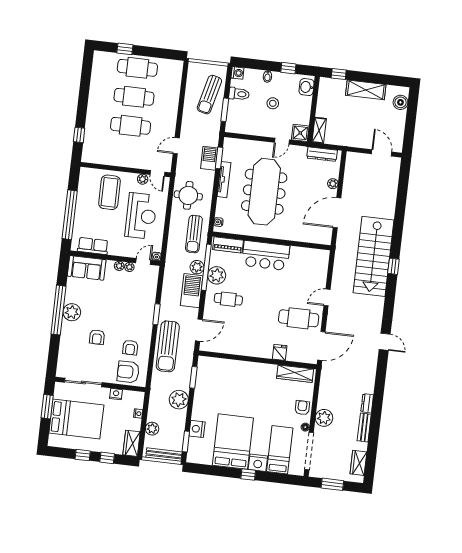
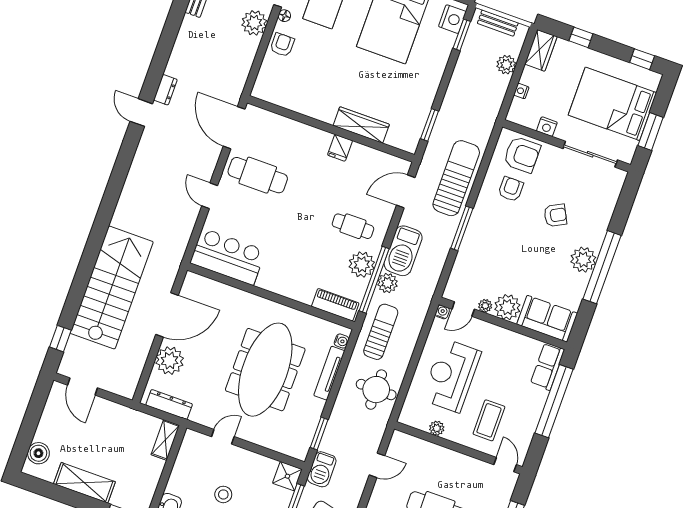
shower: (300, 133) -> (287, 476), moved
barbecue: (209, 158) -> (322, 469), moved
door: (157, 173) -> (505, 465), moved
tv unit: (224, 180) -> (329, 373), moved
plant: (333, 184) -> (170, 361), width x1.87, depth x1.87
coffee table: (109, 192) -> (489, 420), width x0.73, depth x0.76
row of seats: (93, 246) -> (547, 367), moved, turned 90
bar counter: (266, 255) -> (228, 257), moved
stairs: (374, 256) -> (112, 288), moved
plant: (119, 266) -> (507, 307), width x1.88, depth x1.88
window: (393, 266) -> (60, 339), moved
door: (327, 297) -> (210, 196), swing flipped
window: (156, 314) -> (462, 228), width x1.44
armchair: (97, 337) -> (555, 215), turned 62
door: (321, 346) -> (234, 128), hinge flipped
fridge: (280, 352) -> (340, 148), moved
wardrobe: (295, 374) -> (361, 125), moved
plant: (179, 400) -> (458, 98), removed
dresser: (367, 403) -> (165, 90), moved
armchair: (302, 408) -> (282, 45), turned 180
nightstand: (197, 429) -> (452, 19), moved
window: (83, 455) -> (642, 59), moved
bench: (164, 455) -> (498, 23), width x0.73

